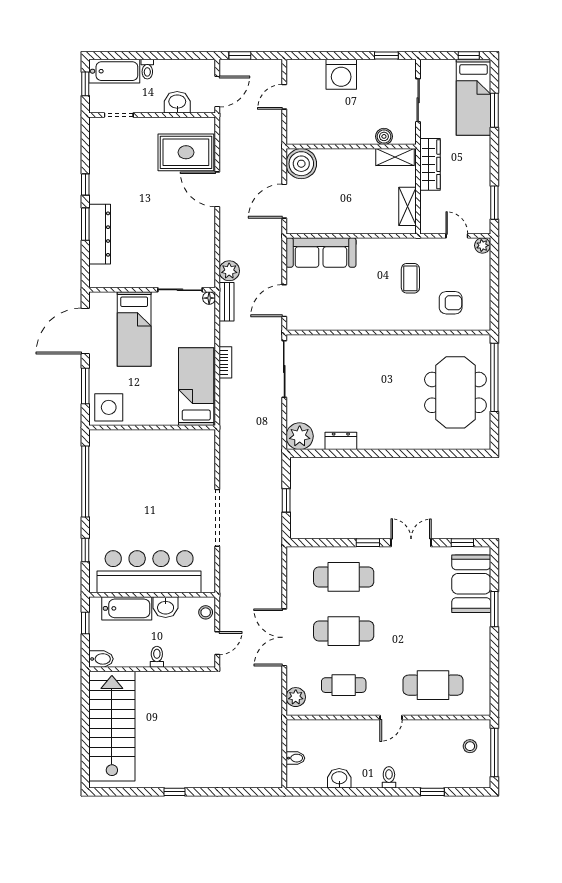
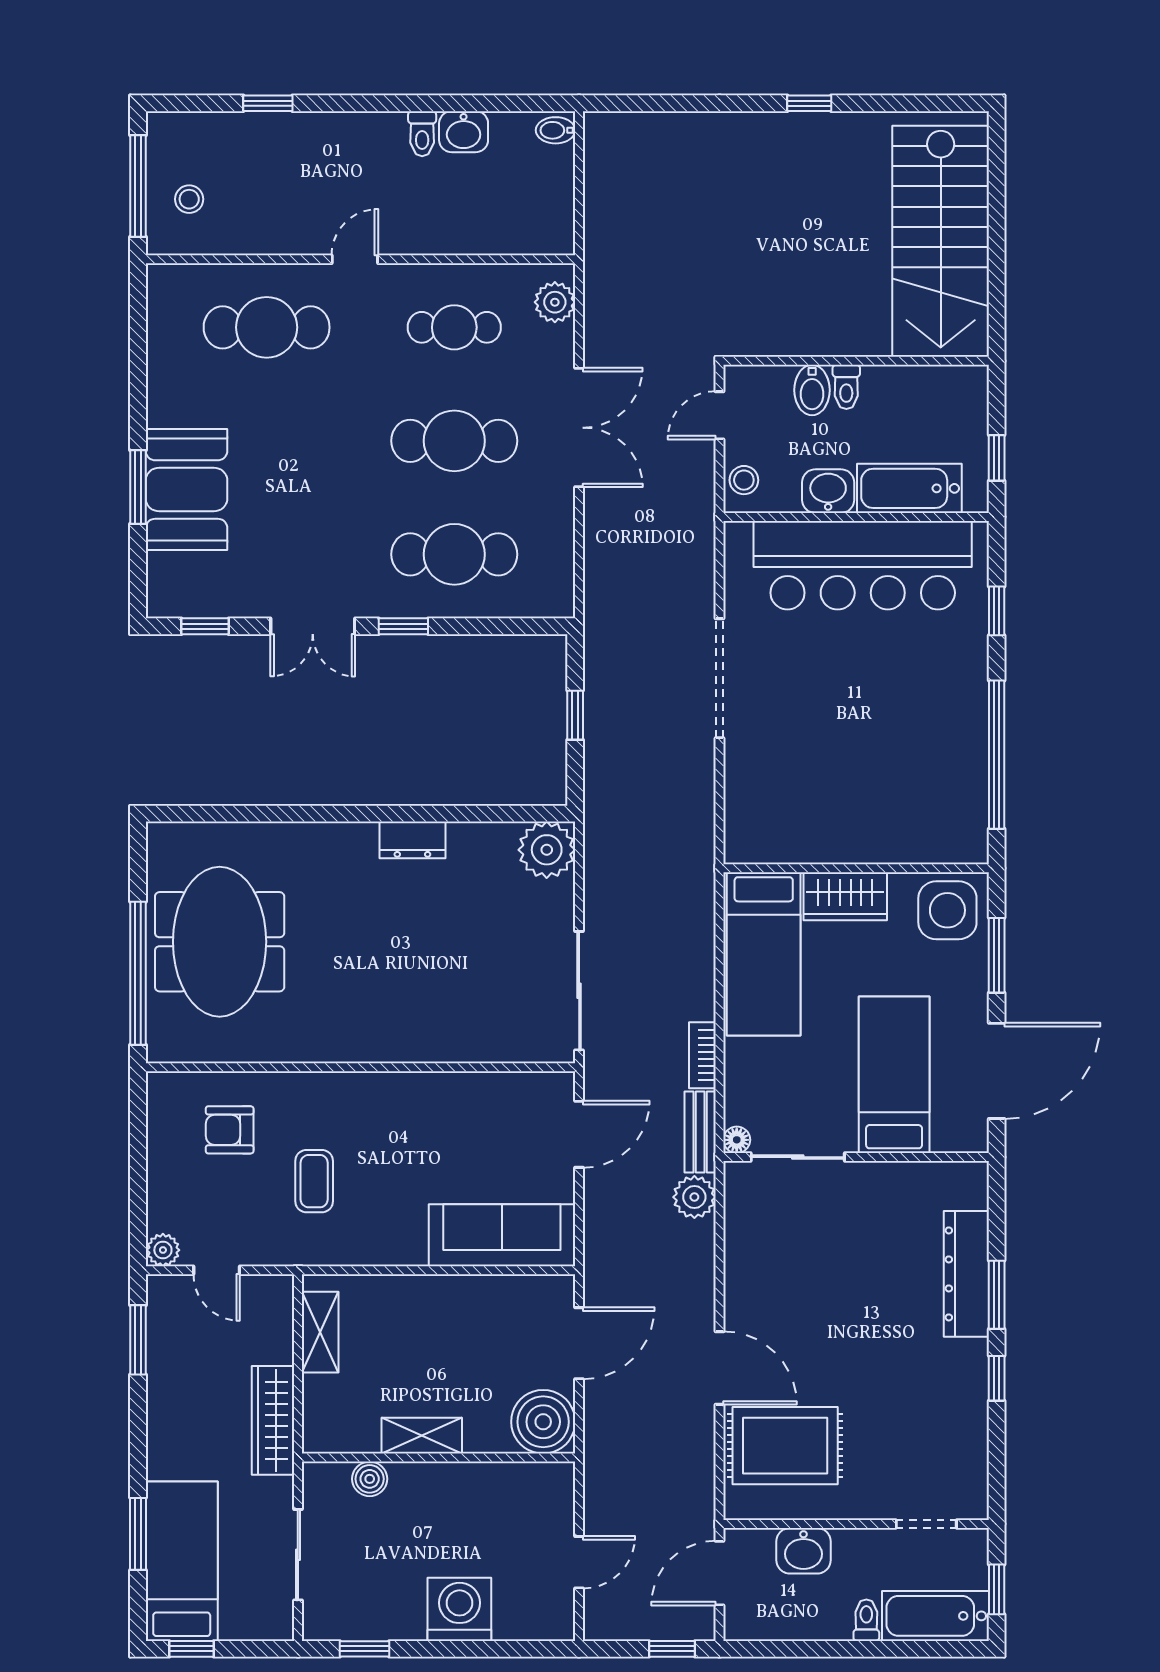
shelving: (395, 157) -> (422, 1436), moved
bookcase: (225, 362) -> (702, 1055), moved
wardrobe: (157, 414) -> (845, 896), added
dresser: (341, 441) -> (412, 840), moved
booth: (471, 584) -> (186, 490), moved
bidet: (101, 659) -> (812, 390), moved, turned -90
bidet: (295, 758) -> (556, 130), moved
toilet: (389, 777) -> (422, 134), moved

